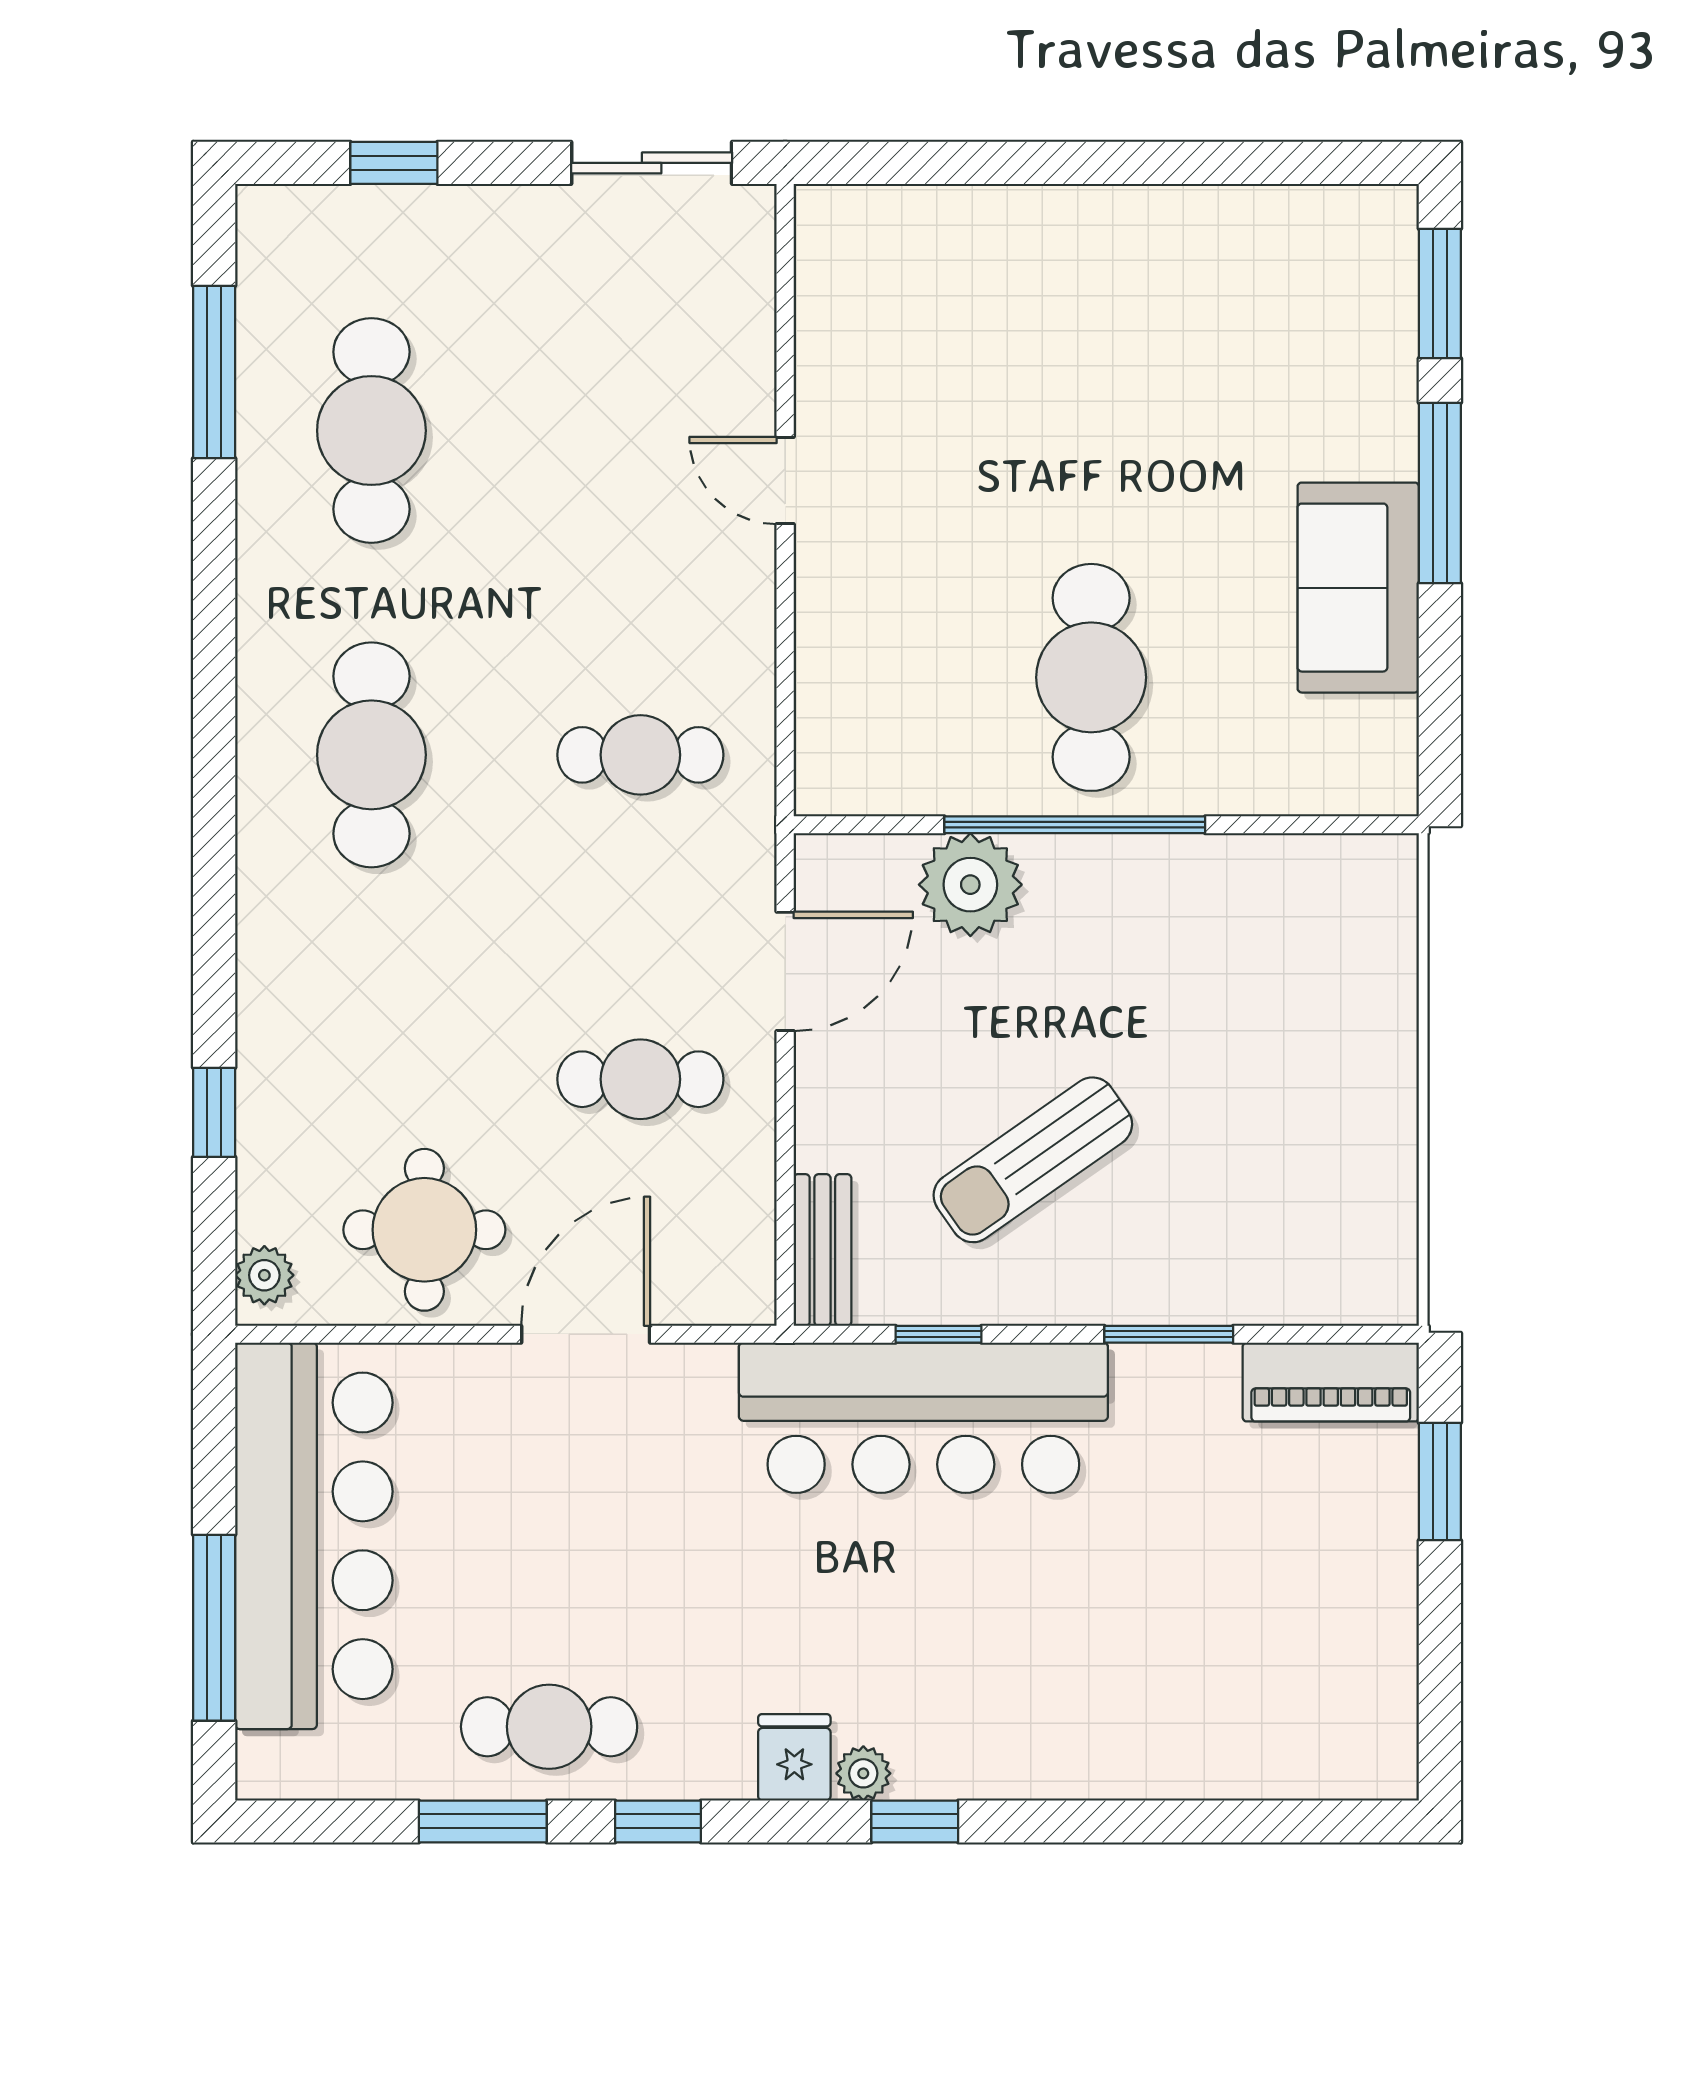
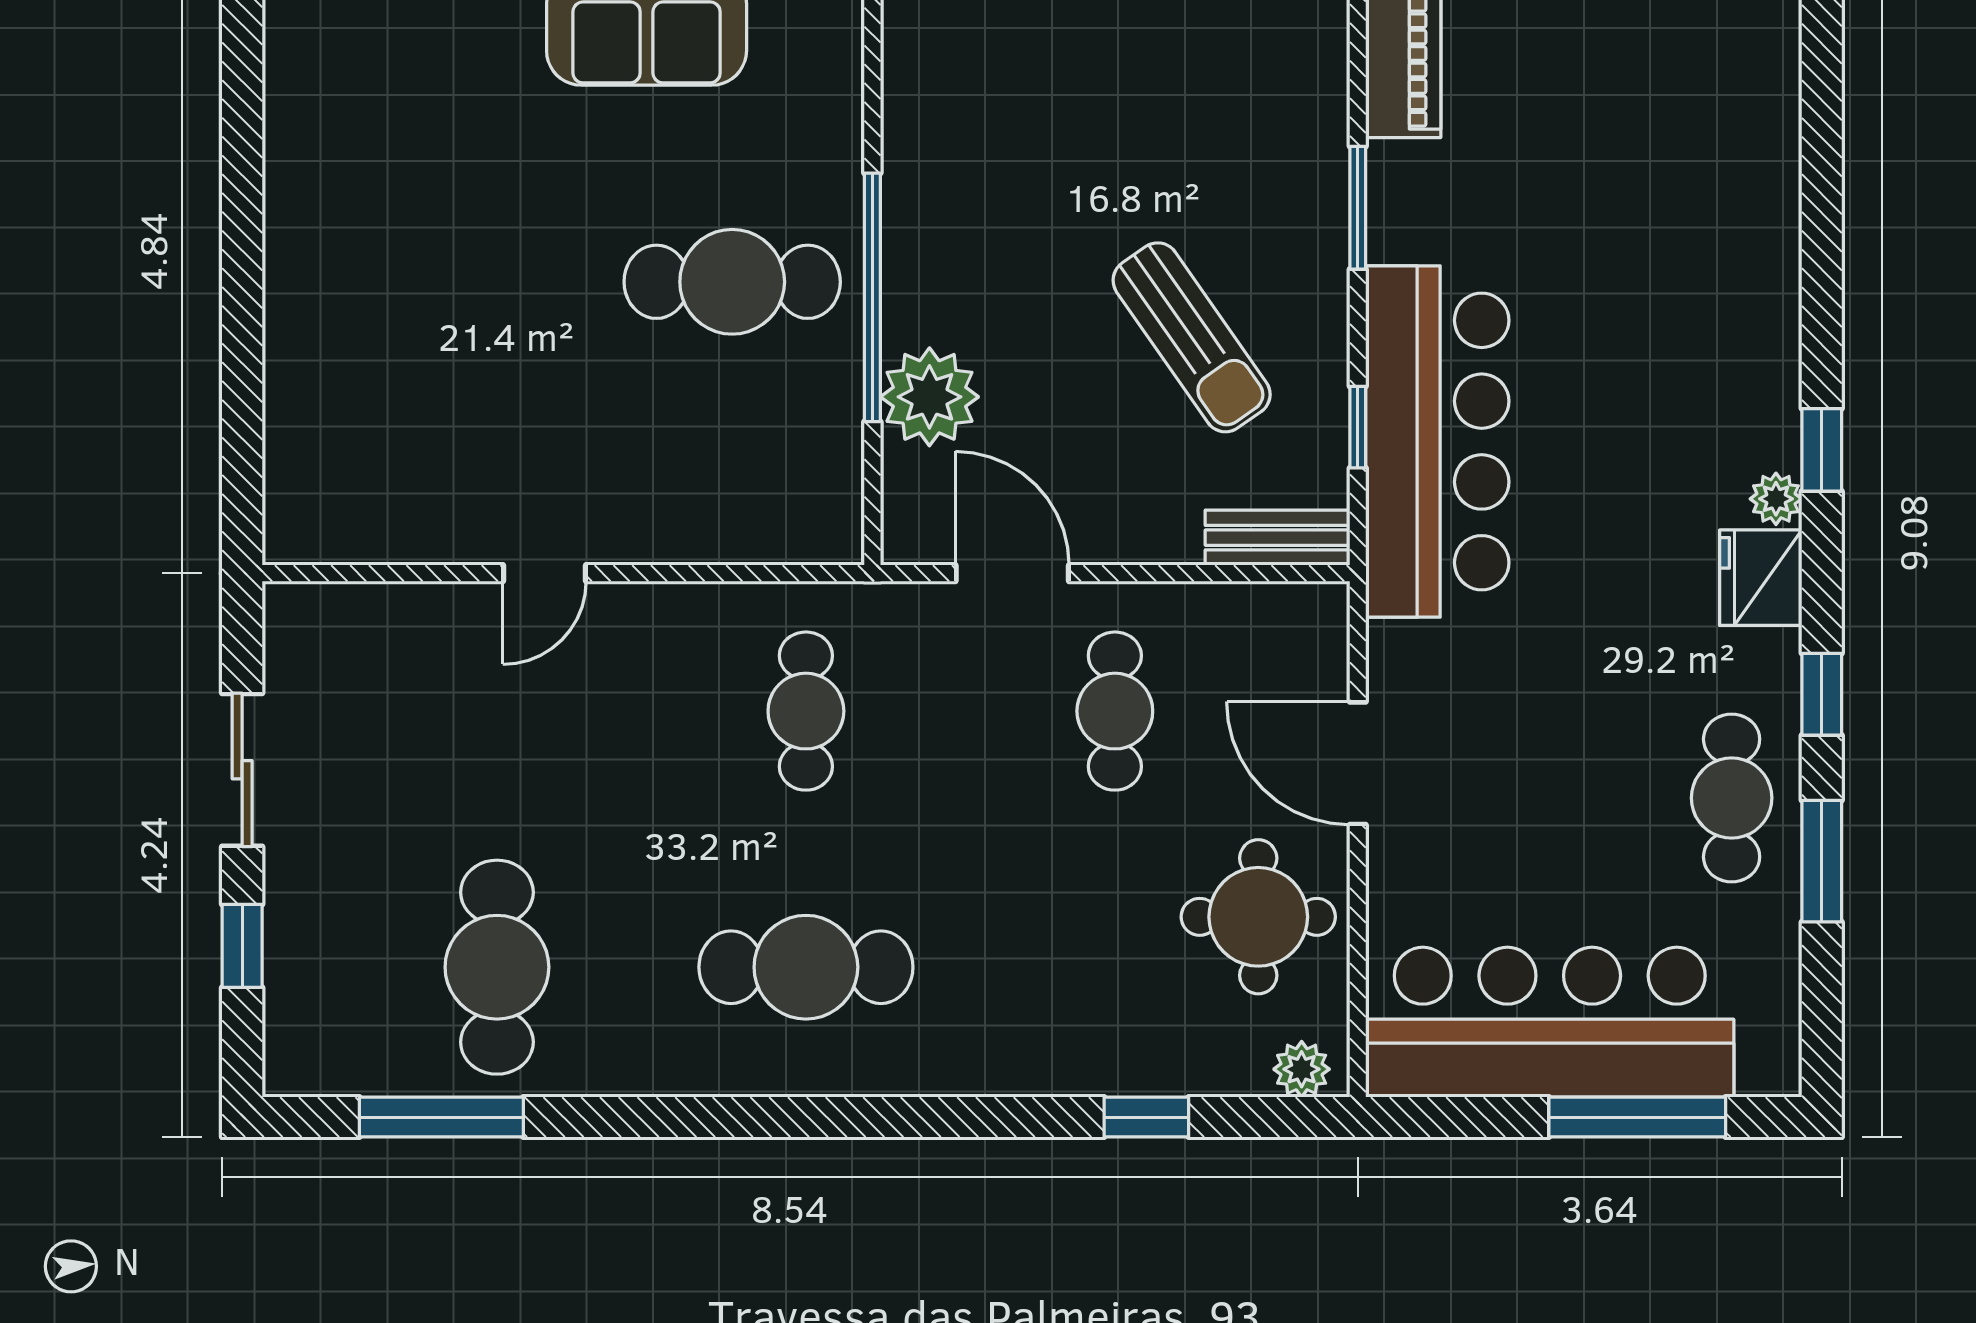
sliding door: (652, 163) -> (242, 770), moved
cafe table: (371, 431) -> (497, 967), turned 90
fridge: (794, 1757) -> (1761, 578), width x1.38

